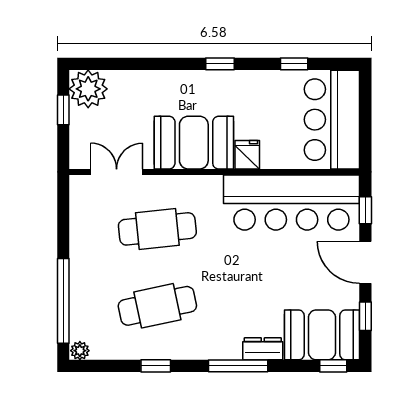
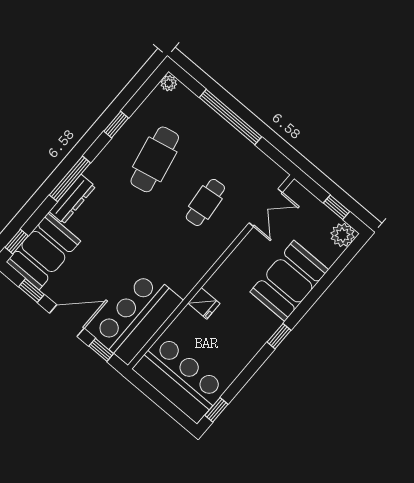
window: (294, 64) -> (216, 410), moved
plant: (88, 89) -> (343, 235), width x0.73, depth x0.73
booth: (194, 143) -> (289, 281), moved
bar counter: (291, 202) -> (138, 318), width x0.73
cafe table: (157, 229) -> (205, 202), width x0.73, depth x0.74
window: (63, 301) -> (231, 117), moved
dresser: (263, 349) -> (72, 199), width x1.44

